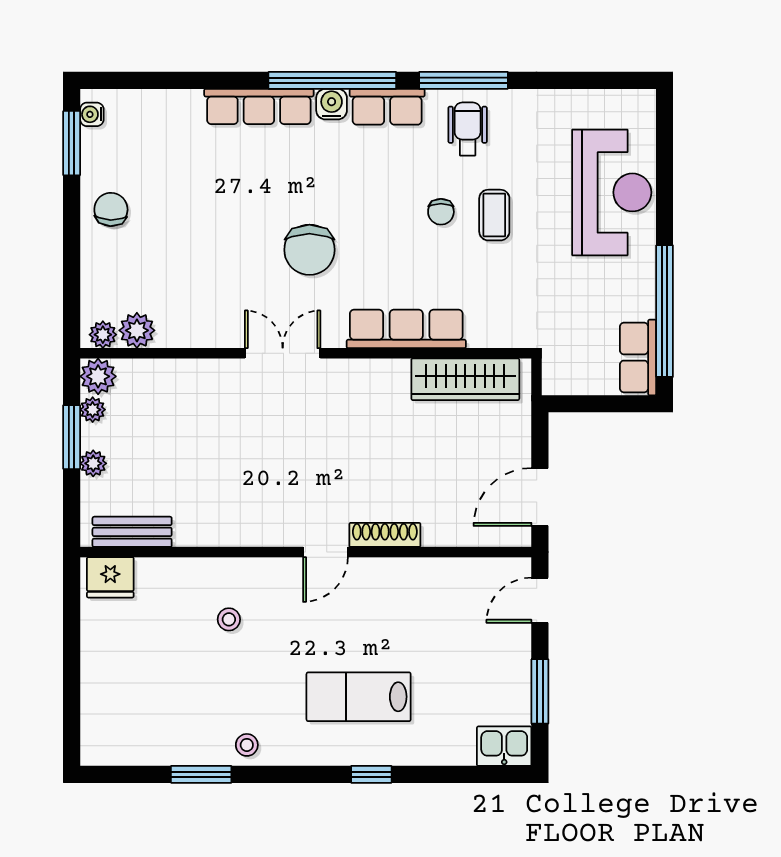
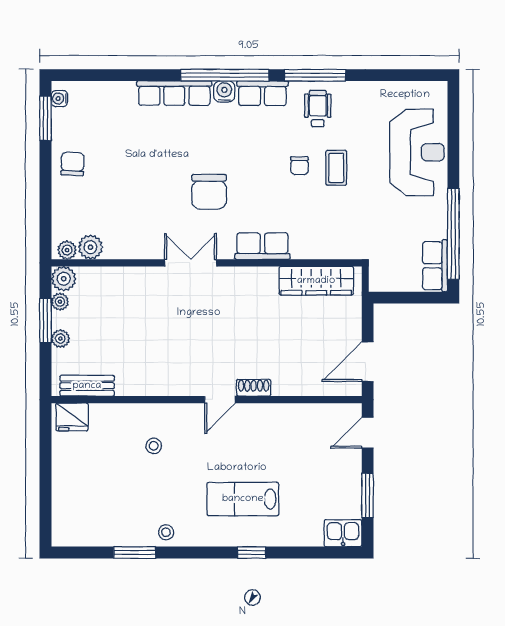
row of seats: (406, 329) -> (262, 246), width x0.68
shoe rack: (385, 535) -> (254, 388), width x0.70

